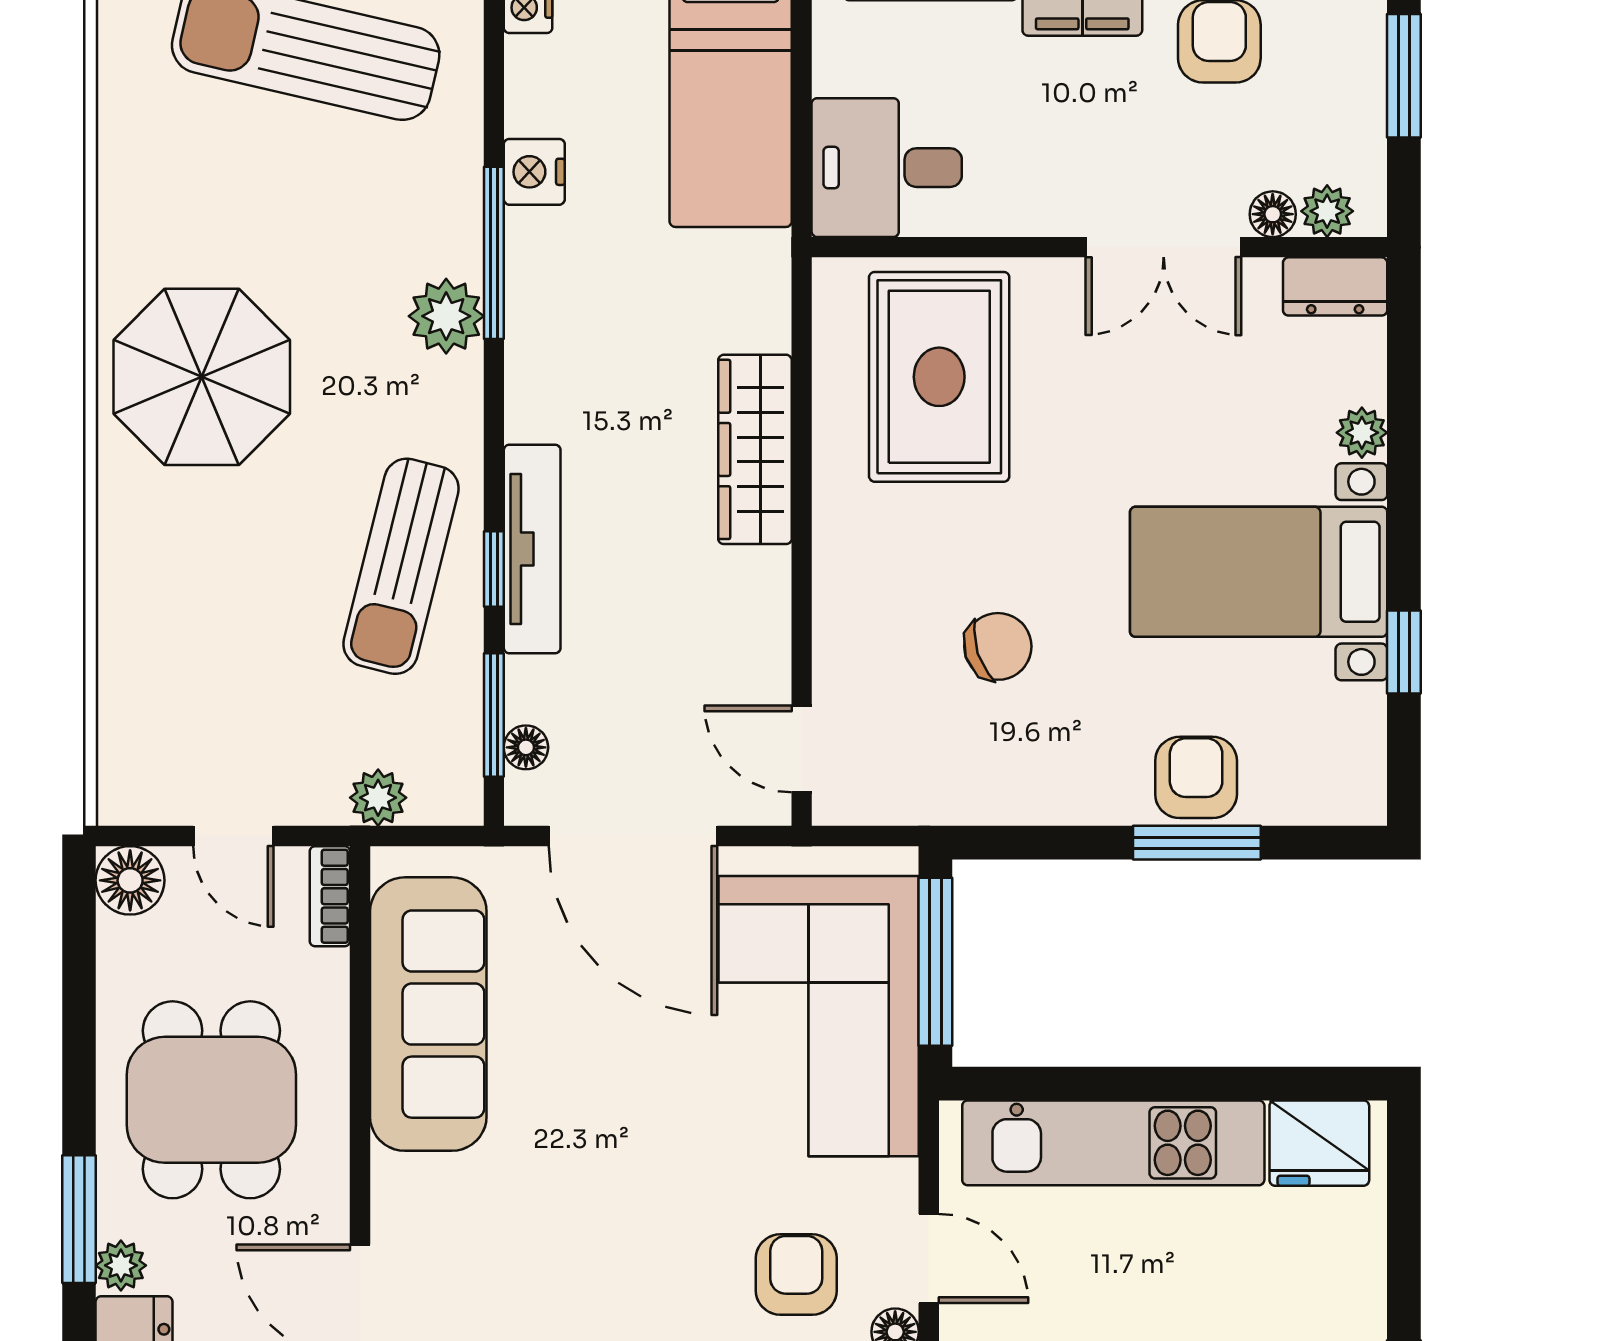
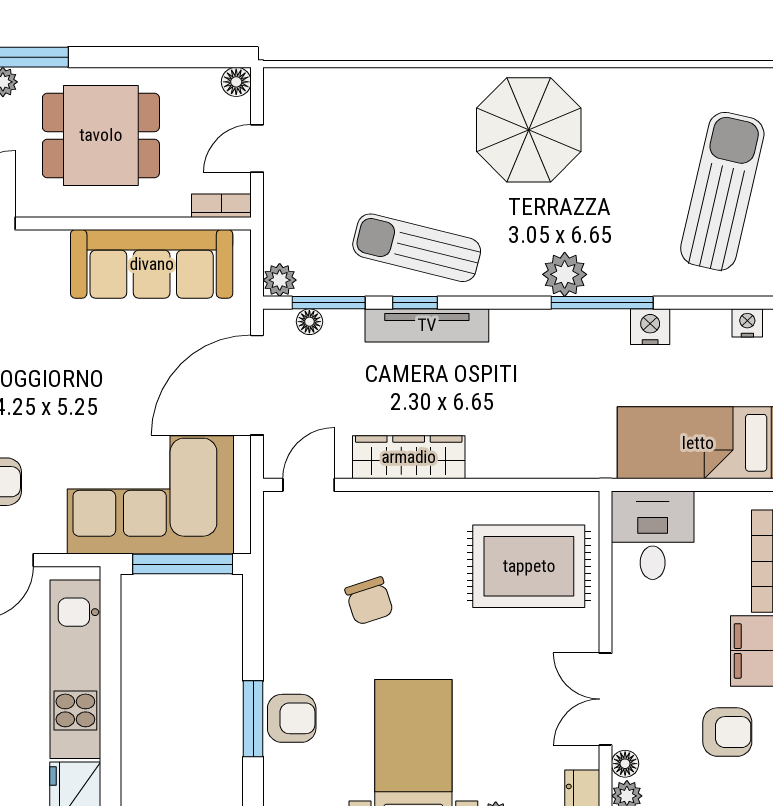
wardrobe: (755, 449) -> (409, 457), moved
plant: (378, 798) -> (280, 280), moved
floor lamp: (130, 880) -> (236, 82), width x0.73, depth x0.73

